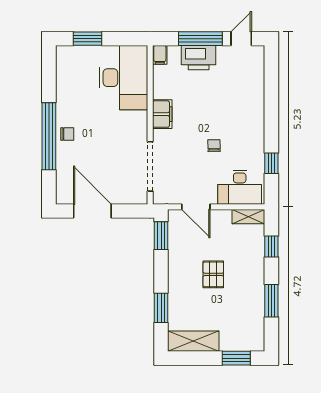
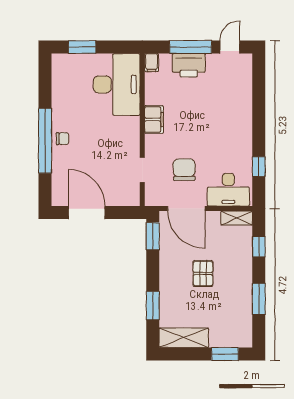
chair: (214, 146) -> (184, 170), moved, width x1.87, depth x1.87
doorway: (150, 166) -> (142, 170), width x0.53
door: (196, 207) -> (186, 209), width x1.36

